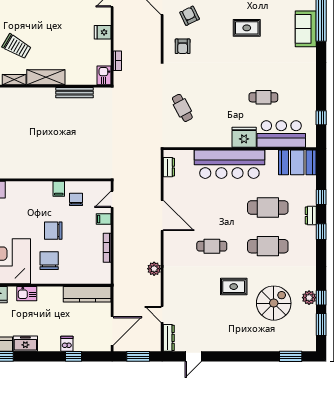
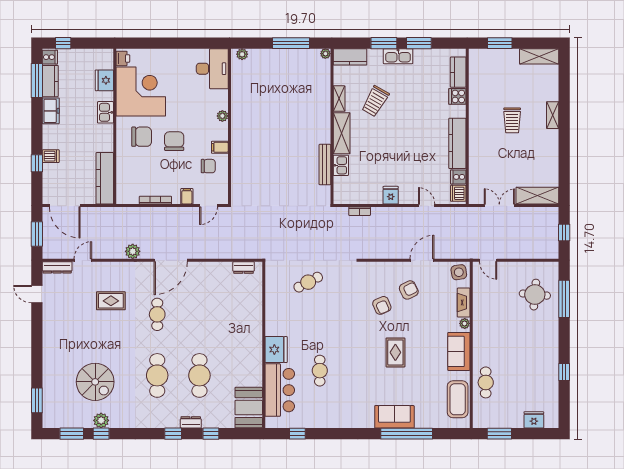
armchair: (183, 46) -> (382, 305), moved, turned -114
kitchen sink: (104, 75) -> (341, 165), moved, turned 90
bar counter: (229, 164) -> (247, 334), removed
plant: (30, 186) -> (222, 116), added
door: (112, 199) -> (208, 206), swing flipped
door: (162, 216) -> (171, 260), moved
rug: (234, 287) -> (111, 301), moved, turned 90

